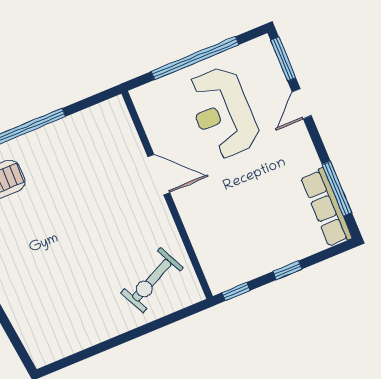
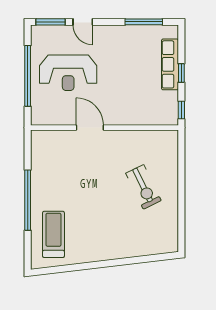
door: (159, 175) -> (90, 128), hinge flipped
row of seats: (326, 208) -> (170, 64), moved, turned 90
exercise bike: (152, 280) -> (143, 187), moved

